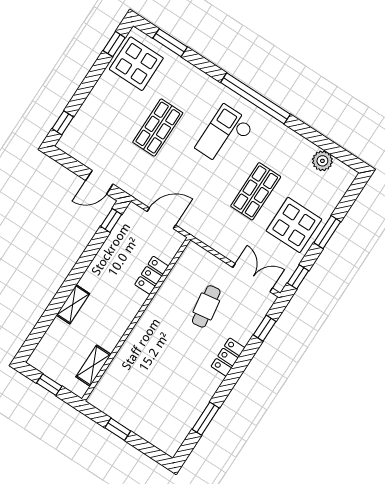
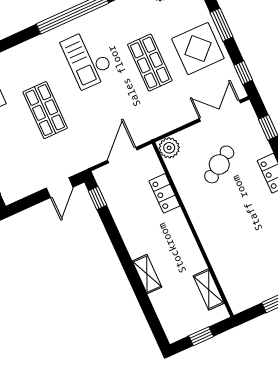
plant: (193, 254) -> (169, 148), added
cafe table: (206, 306) -> (219, 164), turned 66

